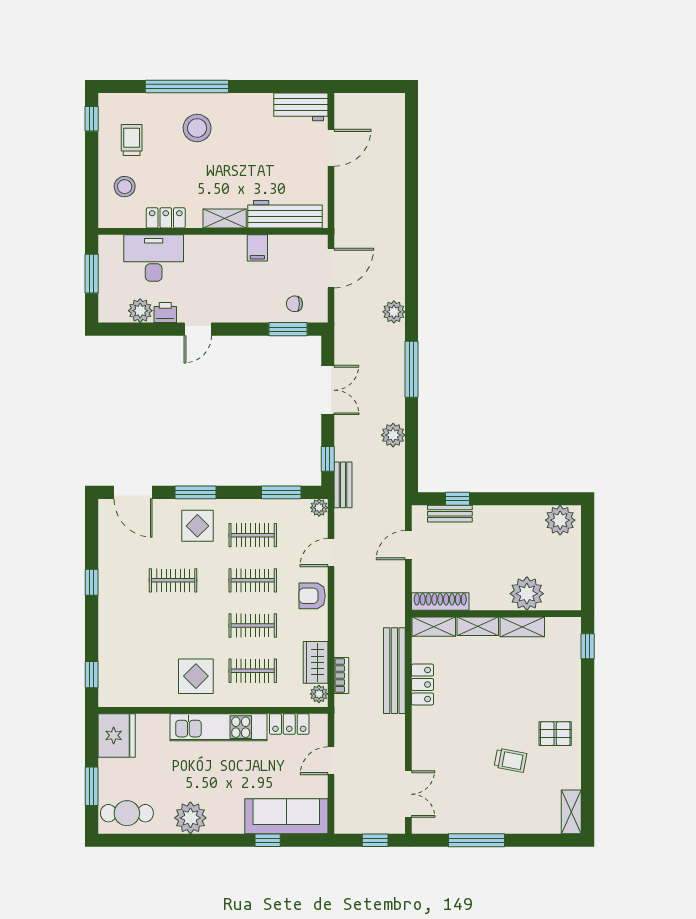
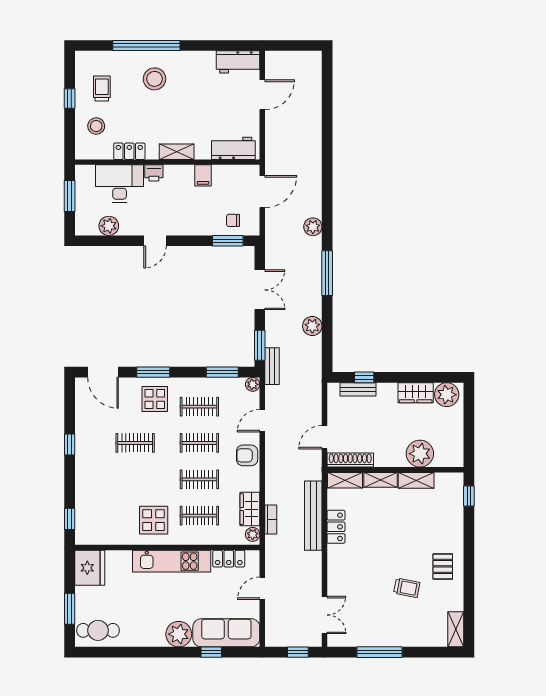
window: (92, 119) -> (70, 99), moved
workbench: (285, 214) -> (233, 148), width x0.73
printer: (165, 313) -> (154, 173), moved, turned 180
window: (328, 459) -> (260, 345), width x1.50
wardrobe: (521, 518) -> (416, 393), added
door: (408, 545) -> (325, 437), moved
pallet: (555, 734) -> (443, 566), turned 90
plant: (190, 818) -> (179, 634), moved

